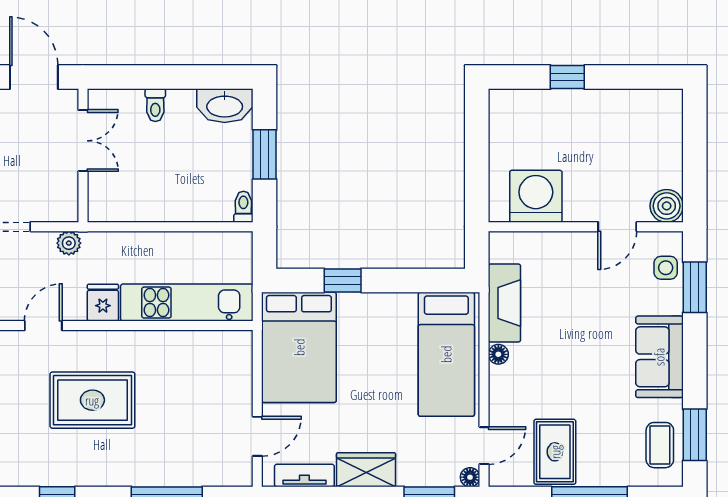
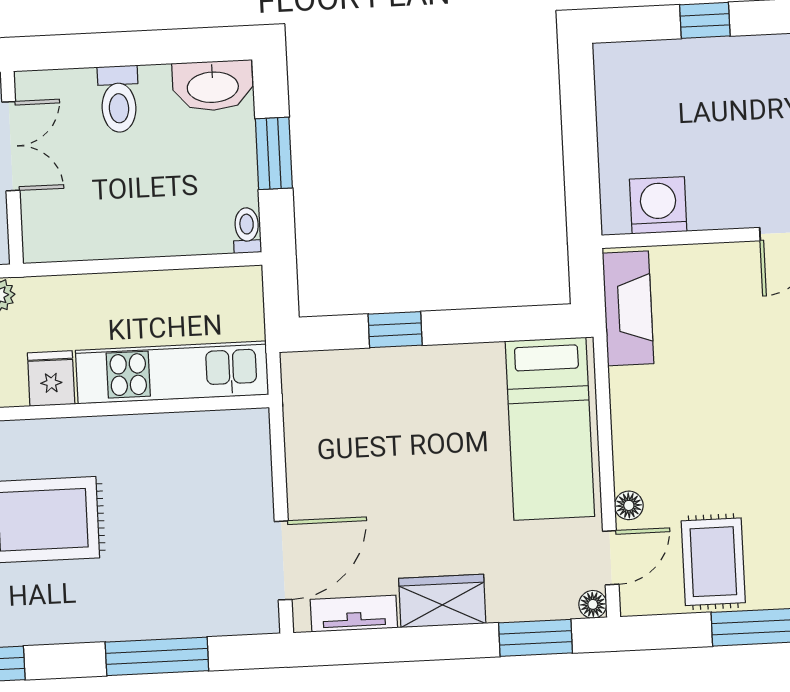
toilet: (155, 105) -> (119, 99), width x1.37, depth x1.39
washing machine: (536, 196) -> (658, 205), width x0.73, depth x0.73
fireplace: (504, 303) -> (628, 308), moved
bed: (299, 347) -> (337, 429), removed
floor lamp: (498, 354) -> (629, 505), moved
door: (257, 436) -> (283, 560), width x1.38

